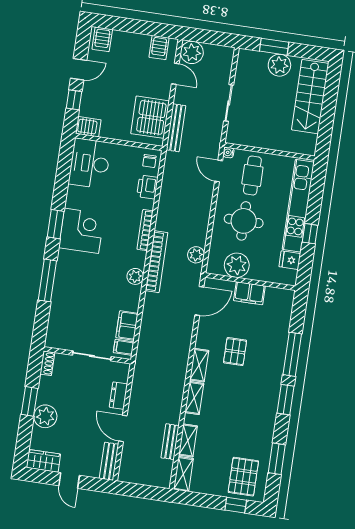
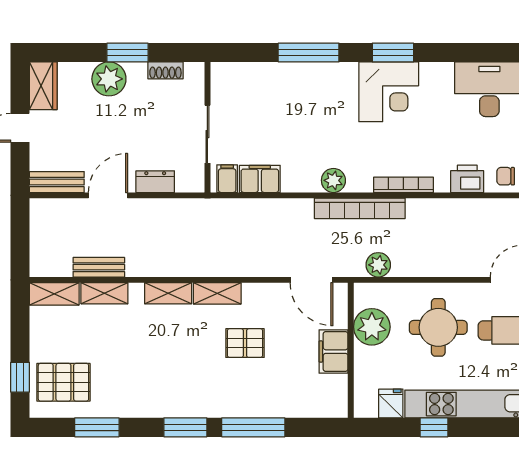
shoe rack: (47, 363) -> (165, 70), moved

